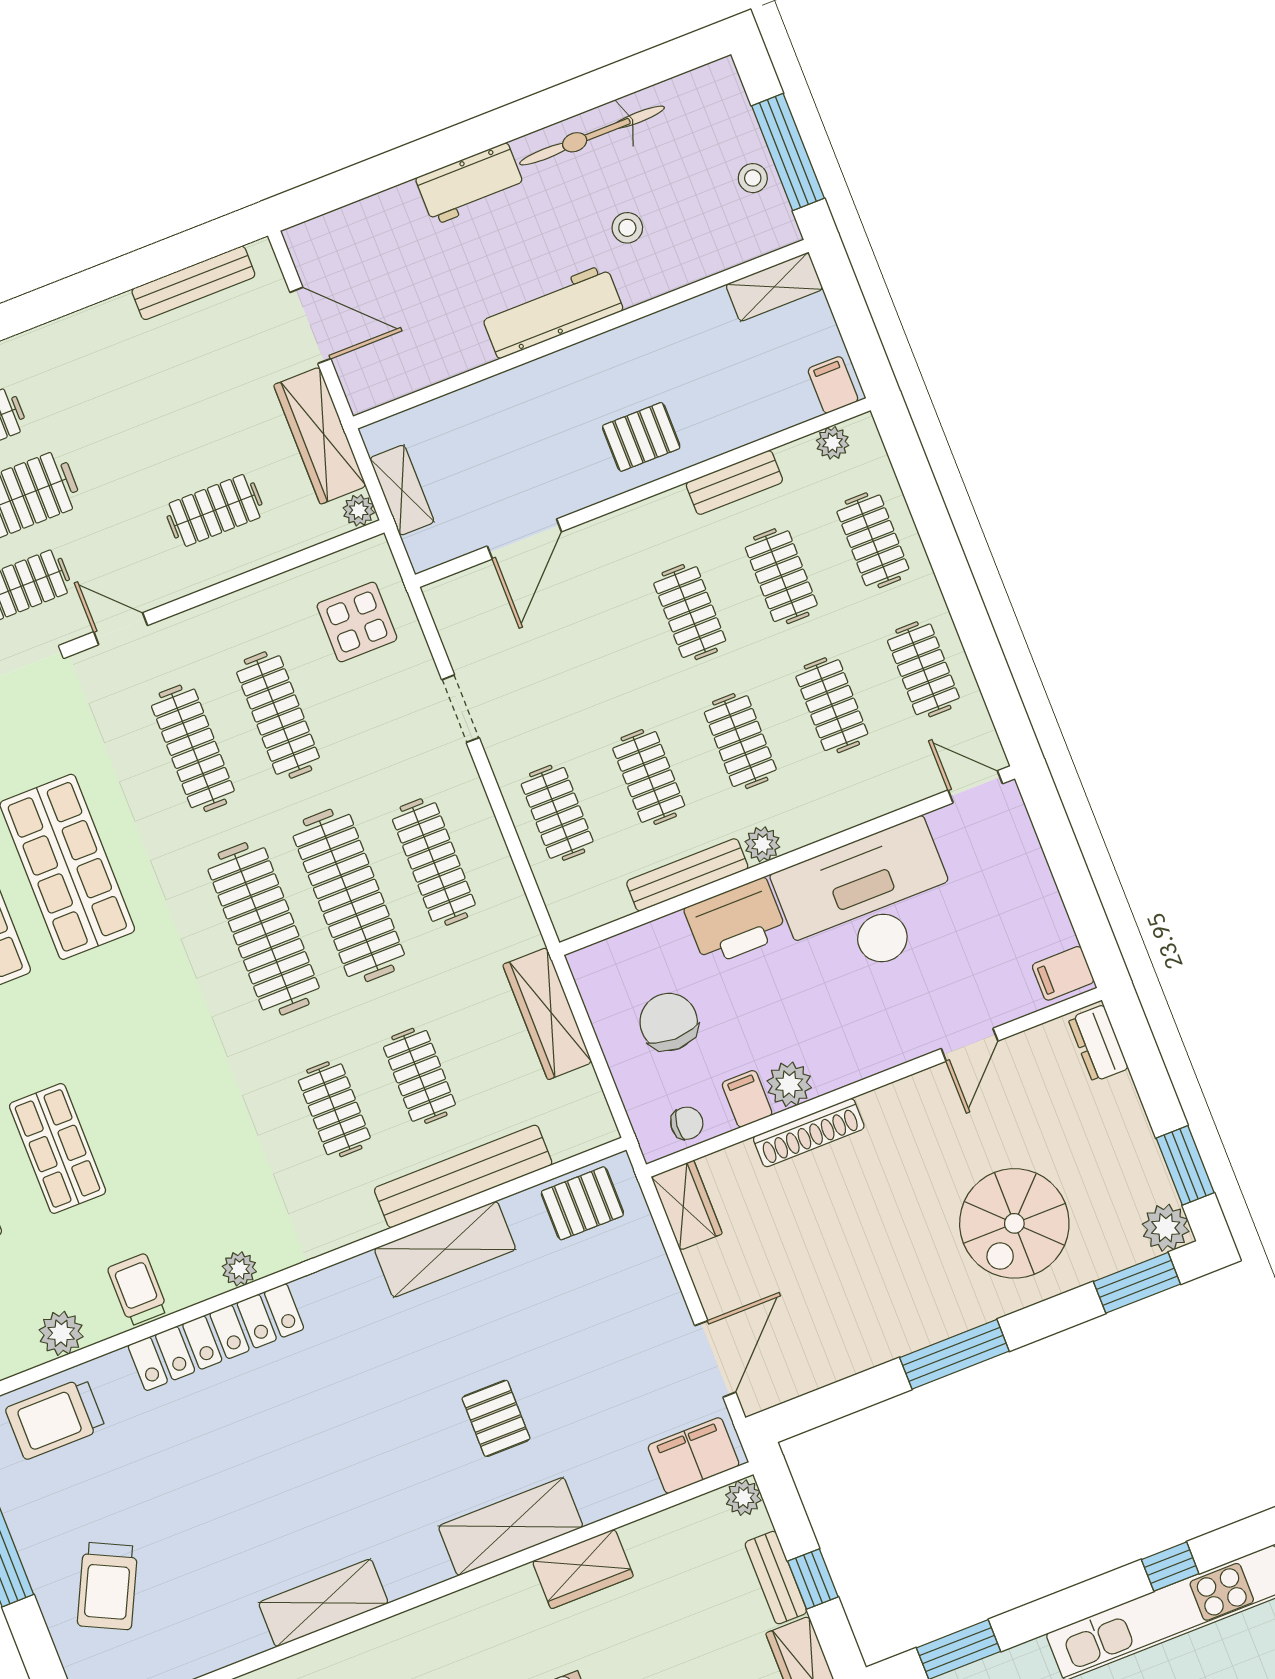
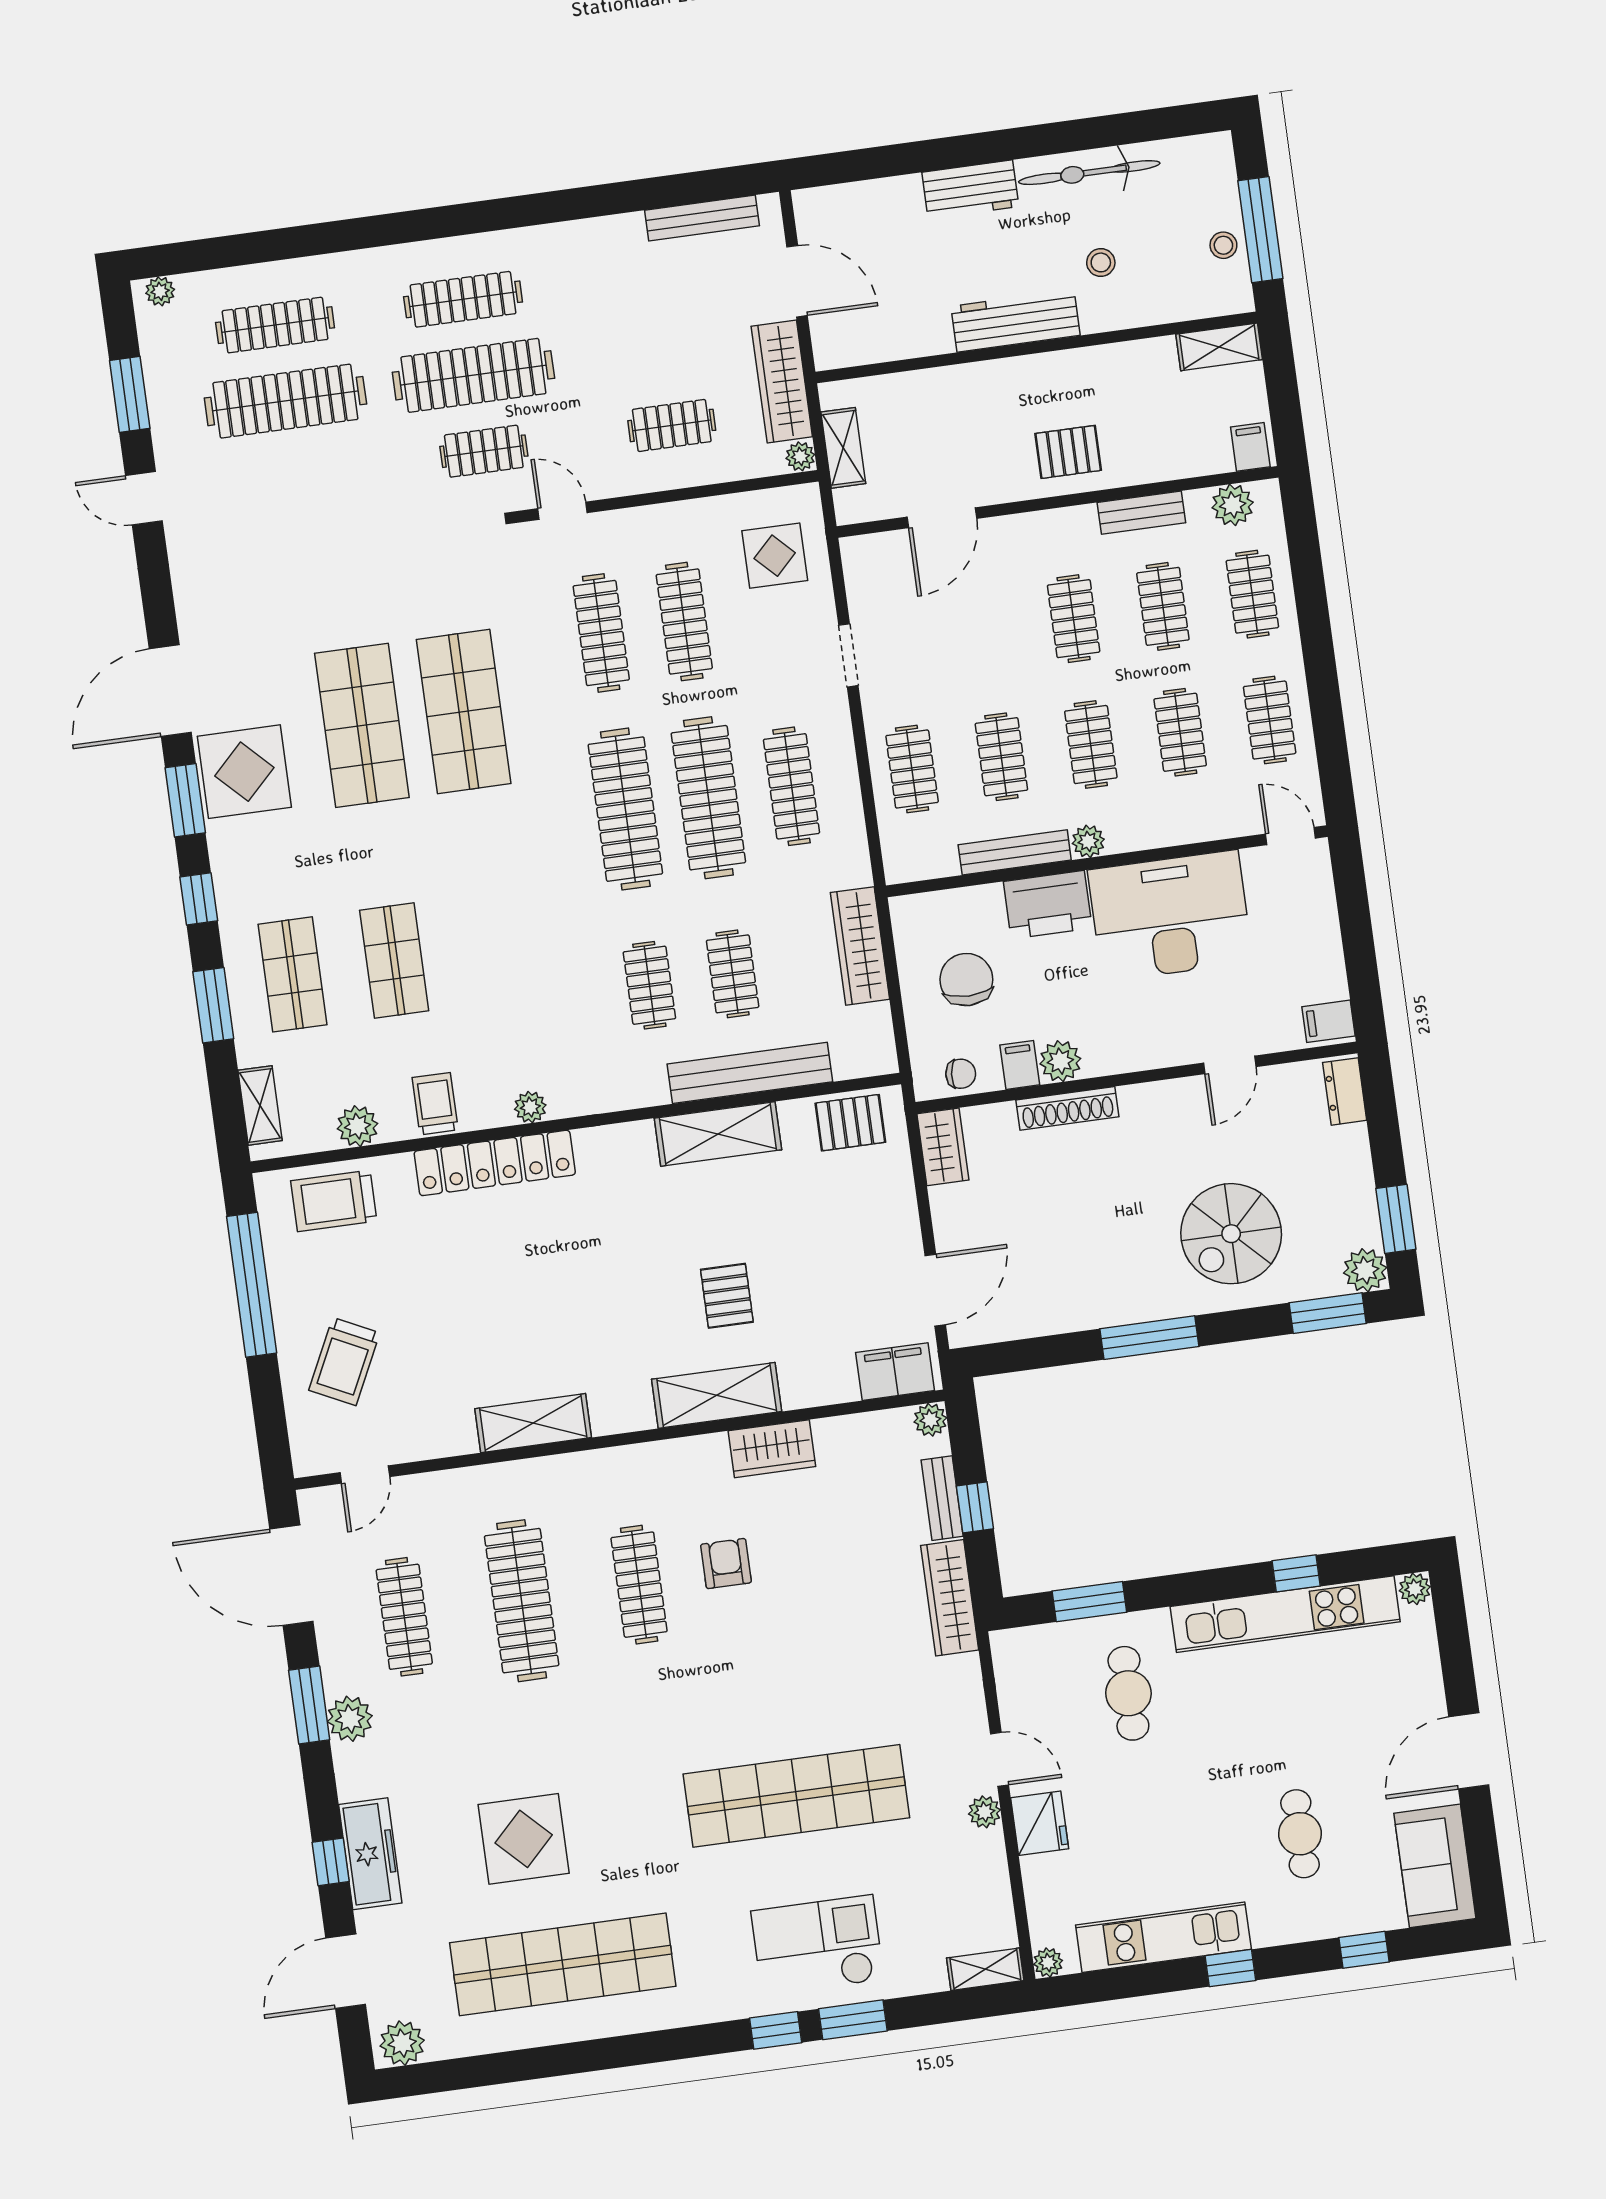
plant: (833, 443) -> (1233, 505), width x1.38, depth x1.38

